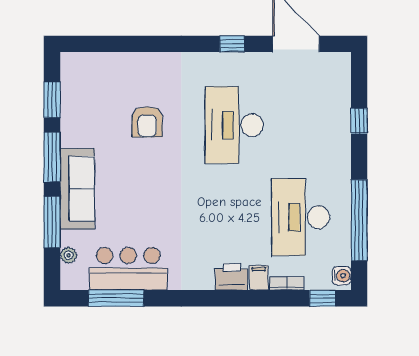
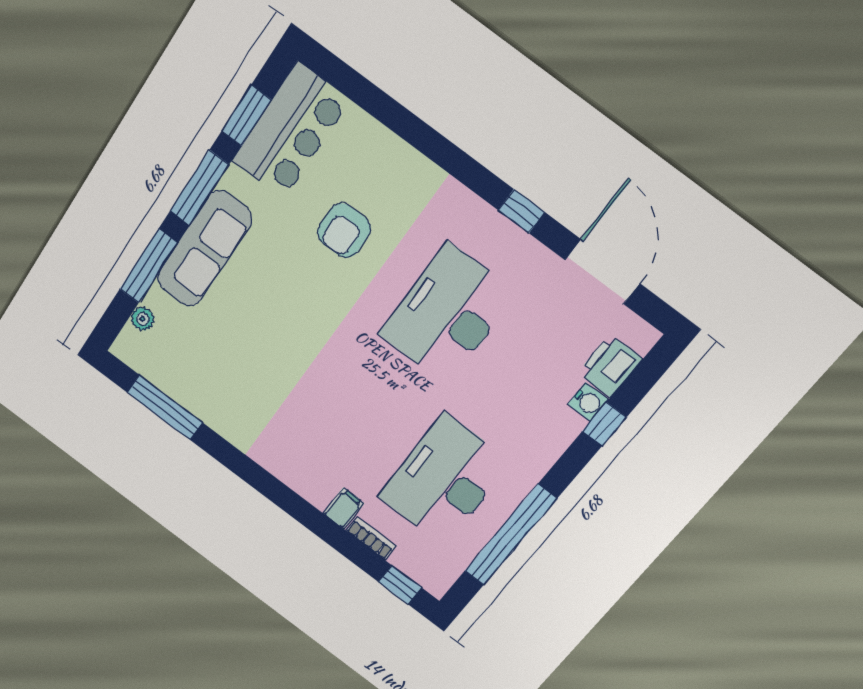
bar counter: (128, 269) -> (291, 131), moved, turned 90
water cooler: (342, 276) -> (588, 402), moved
printer: (232, 277) -> (610, 366), moved, turned -90

